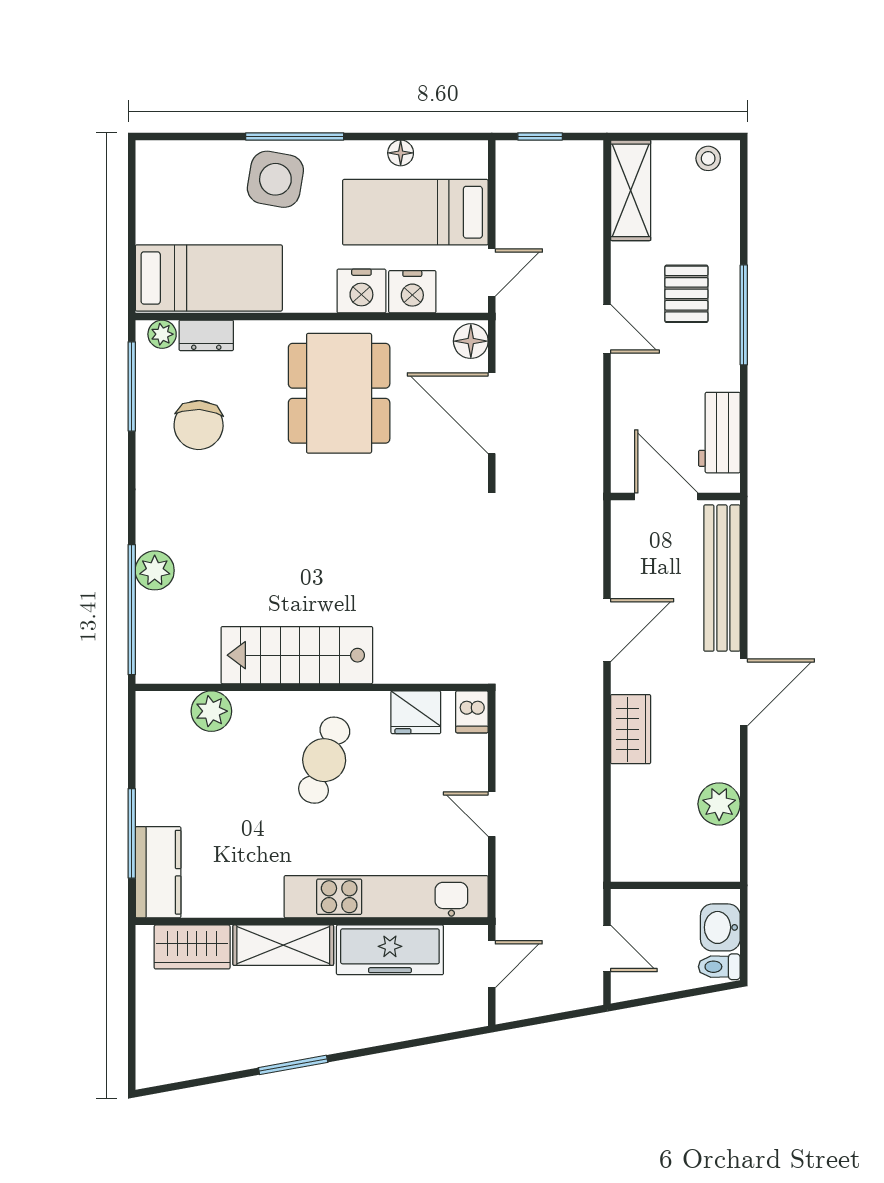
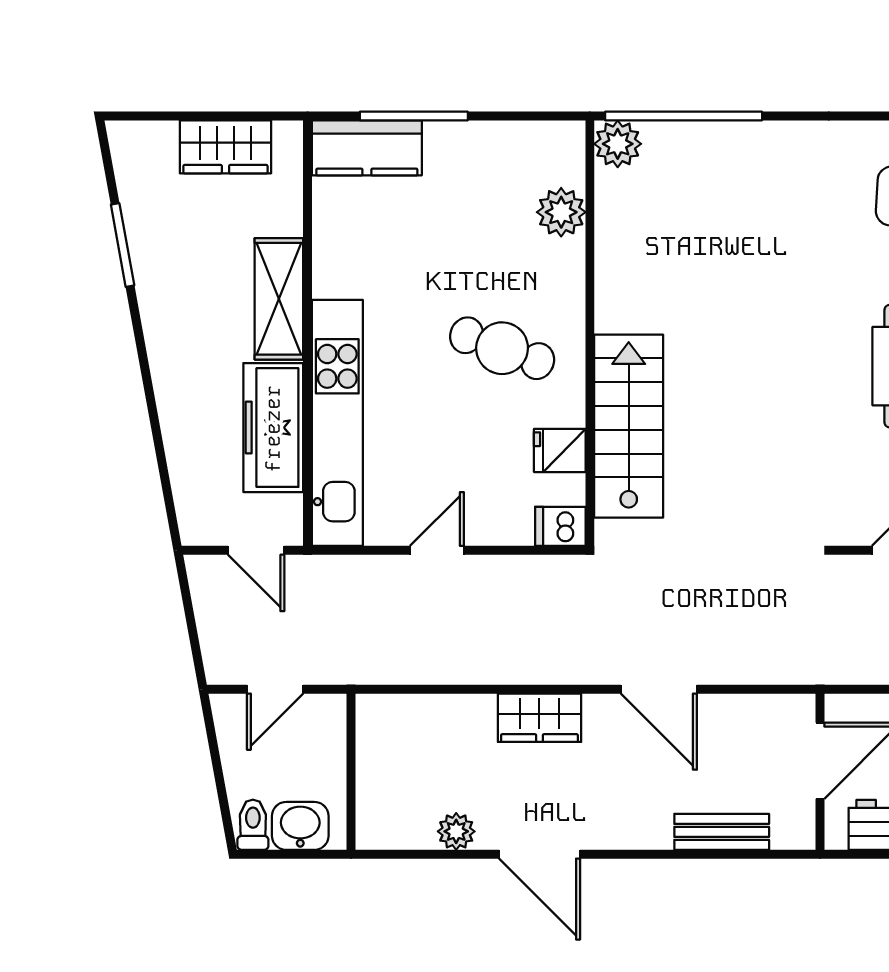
plant: (155, 570) -> (618, 144), moved
bench: (722, 578) -> (722, 832), width x0.54, depth x0.82
stairs: (297, 655) -> (629, 426), moved
door: (744, 692) -> (540, 854), moved
fridge: (416, 712) -> (560, 450), width x0.72
plant: (719, 804) -> (456, 831), width x0.73, depth x0.73
wardrobe: (192, 947) -> (225, 147), moved, turned -90
window: (293, 1065) -> (123, 245), moved

